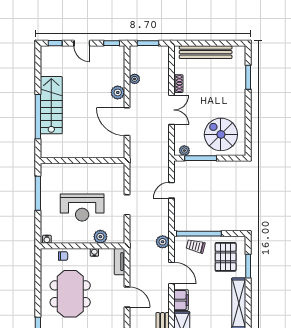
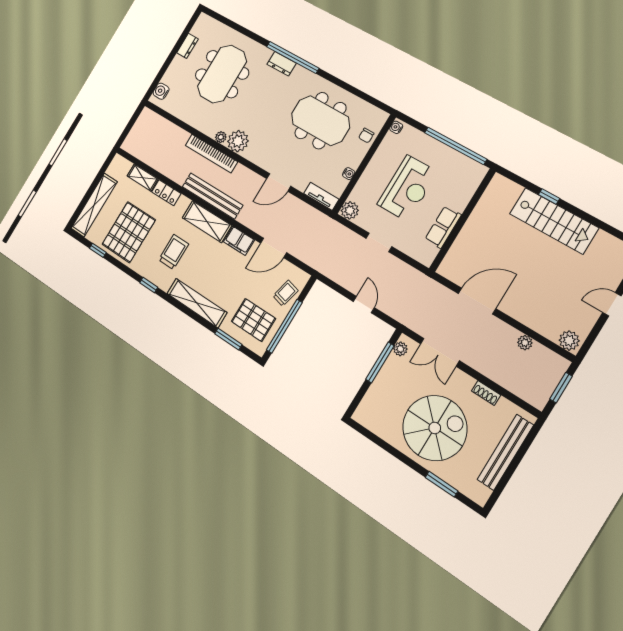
window: (112, 43) -> (589, 342), removed
plant: (118, 92) -> (569, 341), moved
double door: (171, 110) -> (440, 352), moved
window: (38, 117) -> (549, 197), width x0.32
spiral stairs: (221, 134) -> (435, 428), moved, width x1.37, depth x1.37
row of seats: (94, 170) -> (443, 227), added
window: (38, 193) -> (456, 146), width x1.46
reception desk: (82, 208) -> (407, 188), turned 180
window: (199, 234) -> (284, 326), moved
plant: (100, 237) -> (350, 210), moved
plant: (163, 242) -> (313, 258), removed

